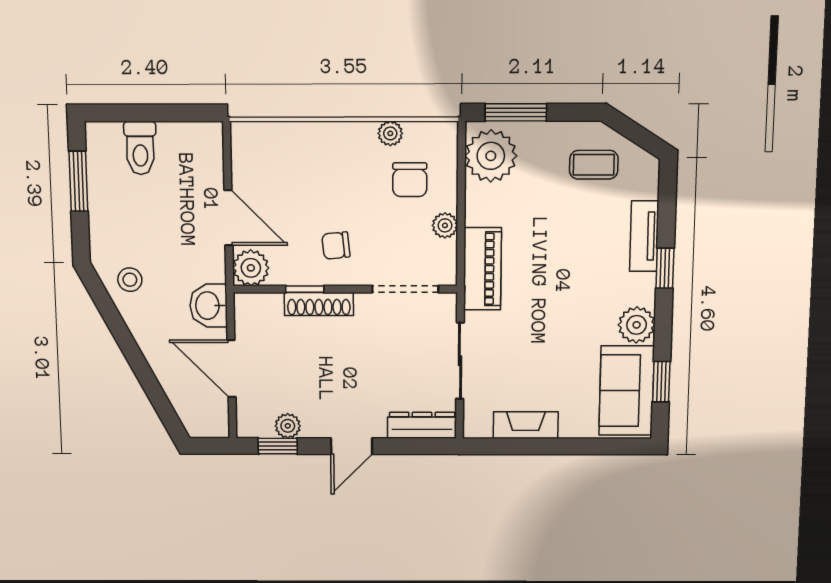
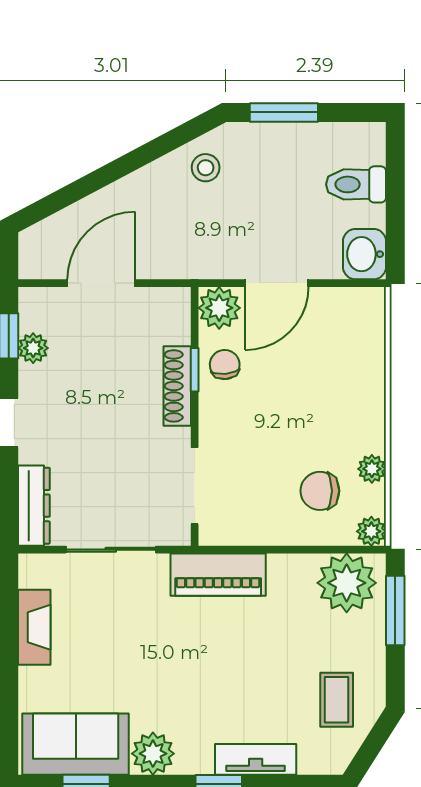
window: (78, 181) -> (284, 112), moved
plant: (445, 225) -> (371, 531), moved
chair: (336, 246) -> (225, 365), moved
washbasin: (208, 306) -> (364, 254), moved, turned -90

